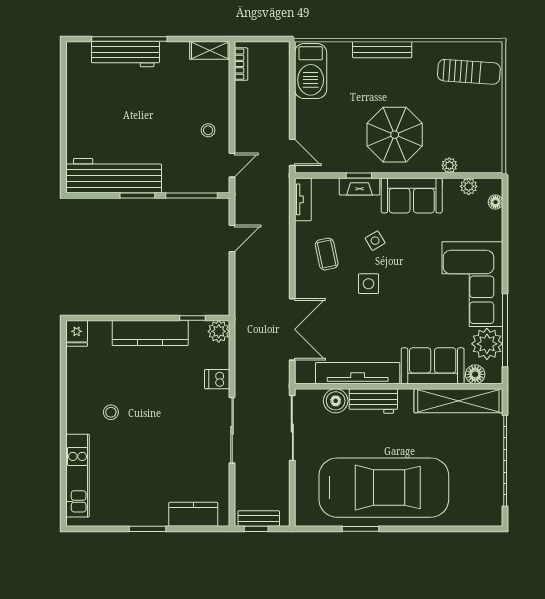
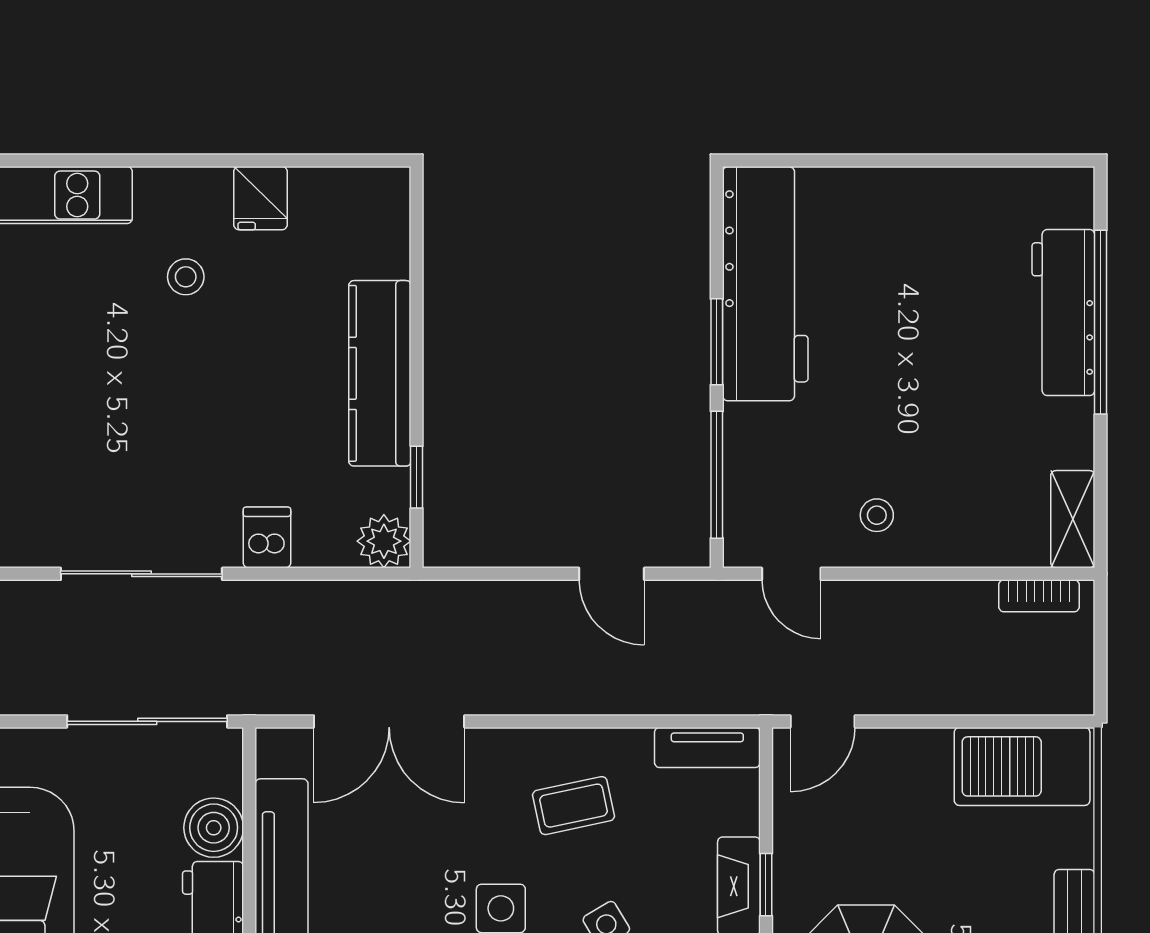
fridge: (77, 333) -> (260, 198), moved, turned -90

